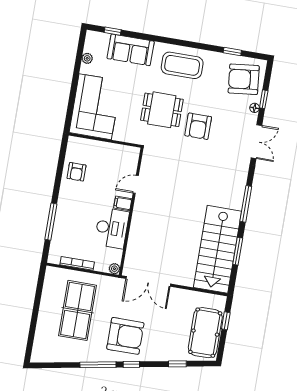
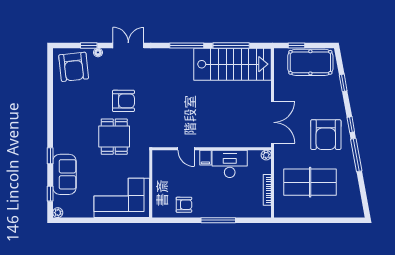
window: (232, 52) -> (50, 156), moved
plant: (87, 58) -> (58, 213), moved
coffee table: (182, 65) -> (70, 125), removed
window: (51, 222) -> (218, 220), moved
window: (238, 251) -> (231, 45), width x1.44
armchair: (125, 336) -> (326, 135), turned 180

